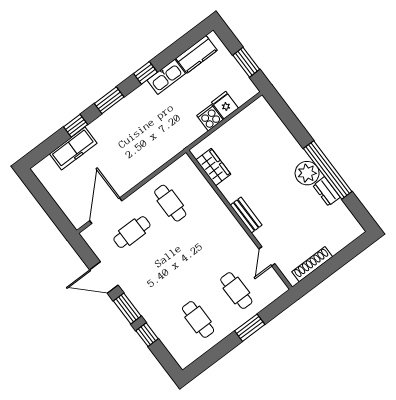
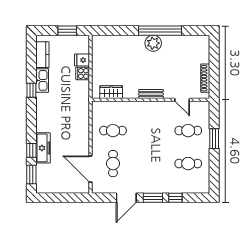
window: (109, 100) -> (31, 175), moved
freezer: (73, 149) -> (43, 148), moved
dresser: (326, 191) -> (171, 40), removed

